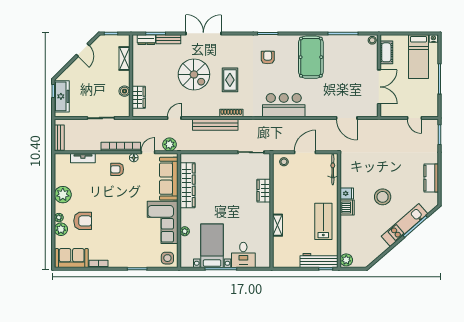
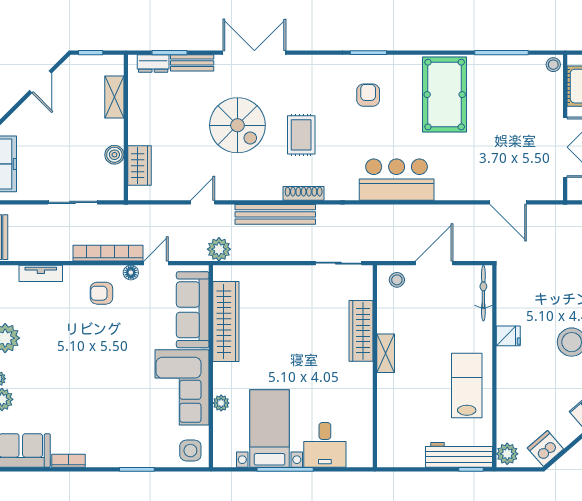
plant: (170, 144) -> (219, 249), moved
wardrobe: (264, 191) -> (361, 331), width x1.50
dishwasher: (347, 207) -> (545, 448), moved, turned -131
armchair: (83, 221) -> (40, 385), removed
shelving: (278, 225) -> (386, 353), moved

